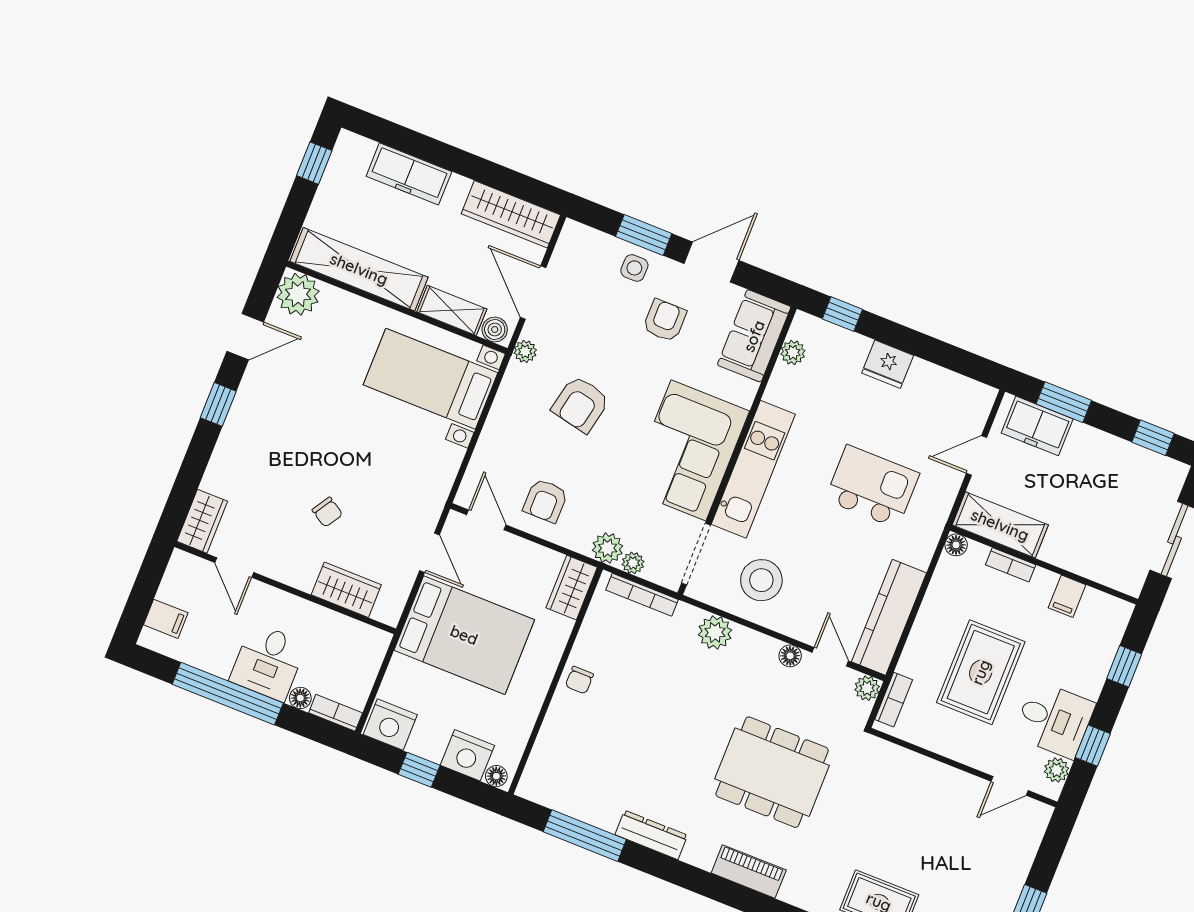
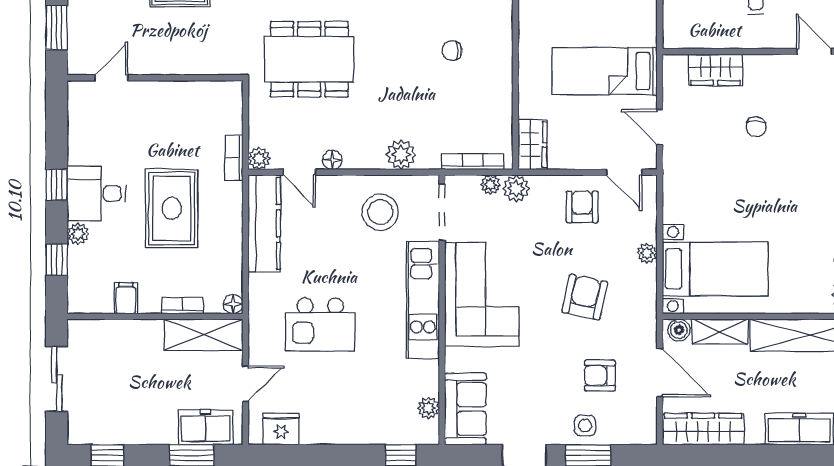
armchair: (665, 321) -> (600, 376), moved, turned 90
plant: (525, 351) -> (647, 253), moved
fridge: (888, 364) -> (281, 429), moved
chair: (327, 512) -> (756, 127), turned -122
bed: (464, 635) -> (605, 71), width x0.67
chair: (579, 680) -> (452, 51), moved, turned -90
wall: (963, 768) -> (155, 78), moved
plant: (1057, 770) -> (78, 234), moved
door: (1010, 786) -> (111, 78), moved

